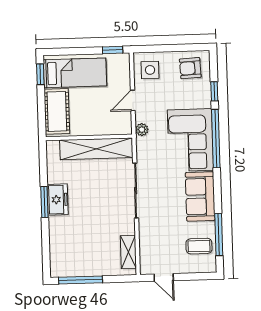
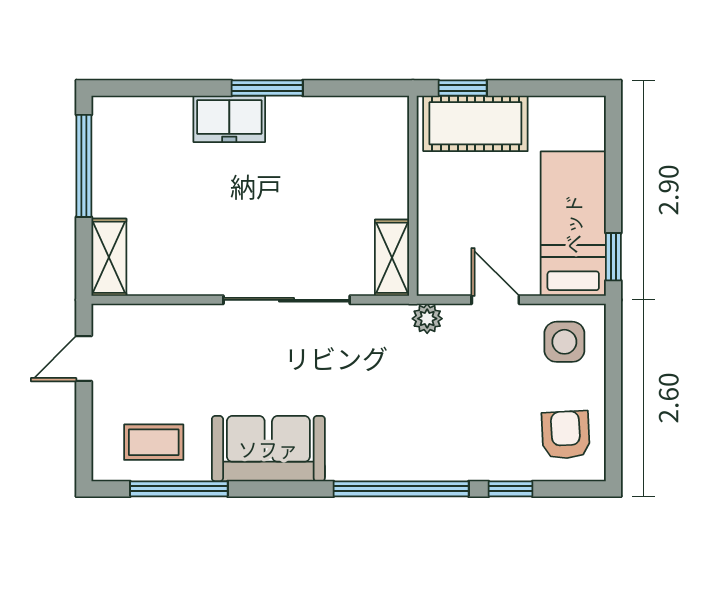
bed: (75, 73) -> (573, 224), moved, turned 180
window: (40, 74) -> (463, 88), moved
corner sofa: (190, 140) -> (400, 430), removed
shelving: (96, 149) -> (392, 258), width x0.45, depth x0.75
freezer: (58, 200) -> (229, 119), moved
coffee table: (199, 246) -> (154, 442), turned 90
shelving: (128, 252) -> (109, 257), moved, turned 90

